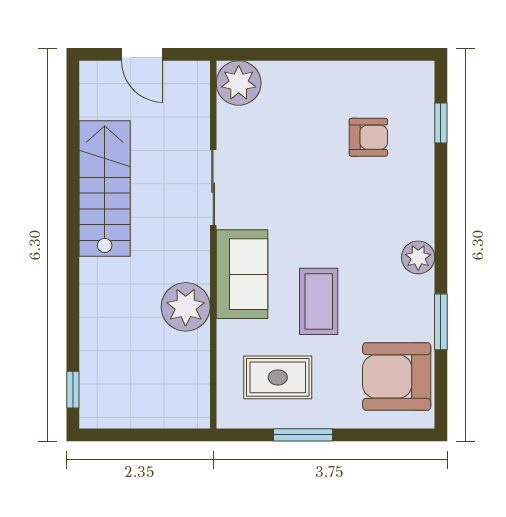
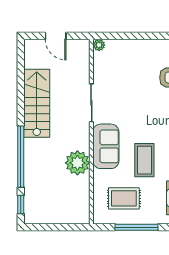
plant: (239, 83) -> (99, 45), width x0.53, depth x0.53
window: (73, 294) -> (21, 157), added
window: (303, 435) -> (137, 227), width x1.44

